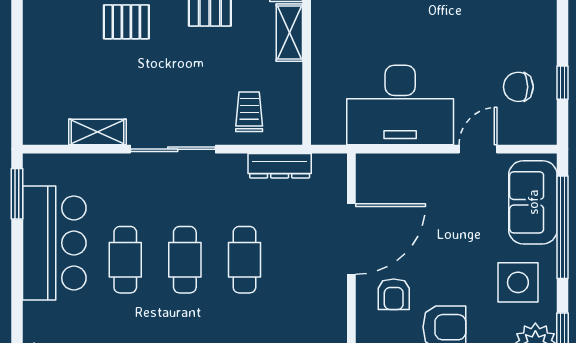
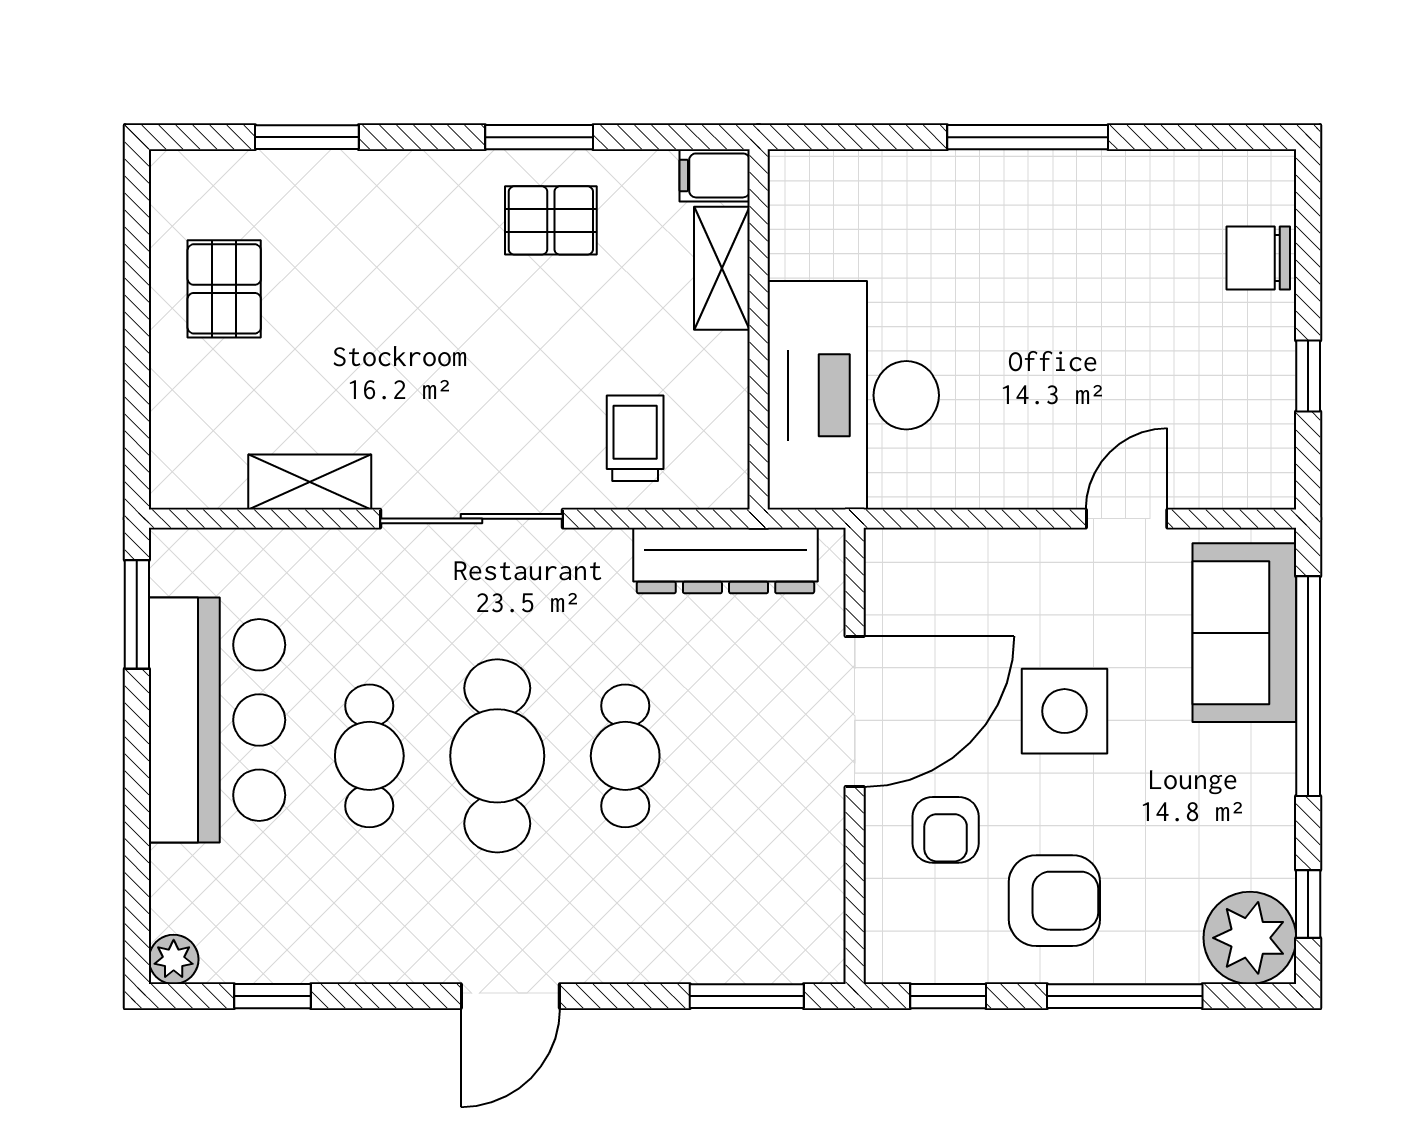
pallet: (126, 22) -> (224, 289), moved, turned 90
chair: (518, 87) -> (1258, 258), moved
desk: (400, 105) -> (853, 395), moved, turned 90
dresser: (280, 166) -> (725, 561), width x1.37, depth x1.24
cafe table: (185, 260) -> (497, 756), width x1.37, depth x1.35
side table: (518, 282) -> (1065, 711), moved

